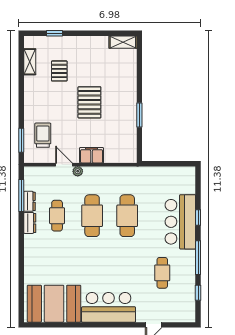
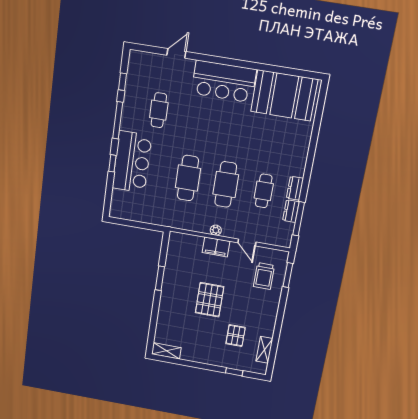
plant: (78, 171) -> (216, 230), moved

